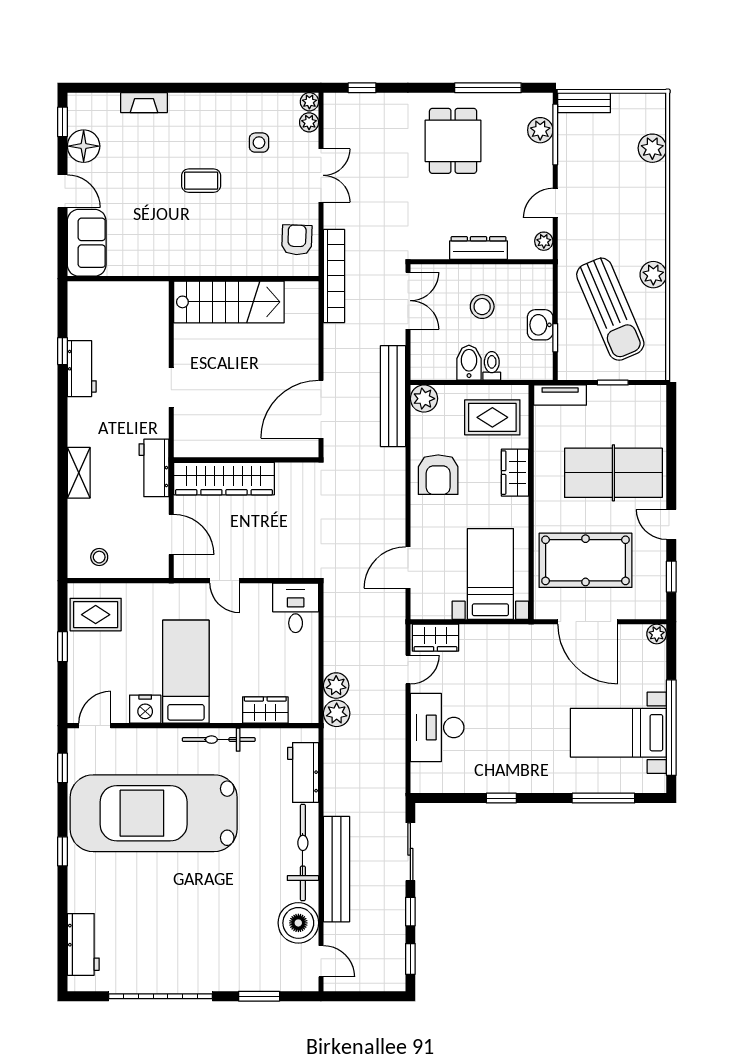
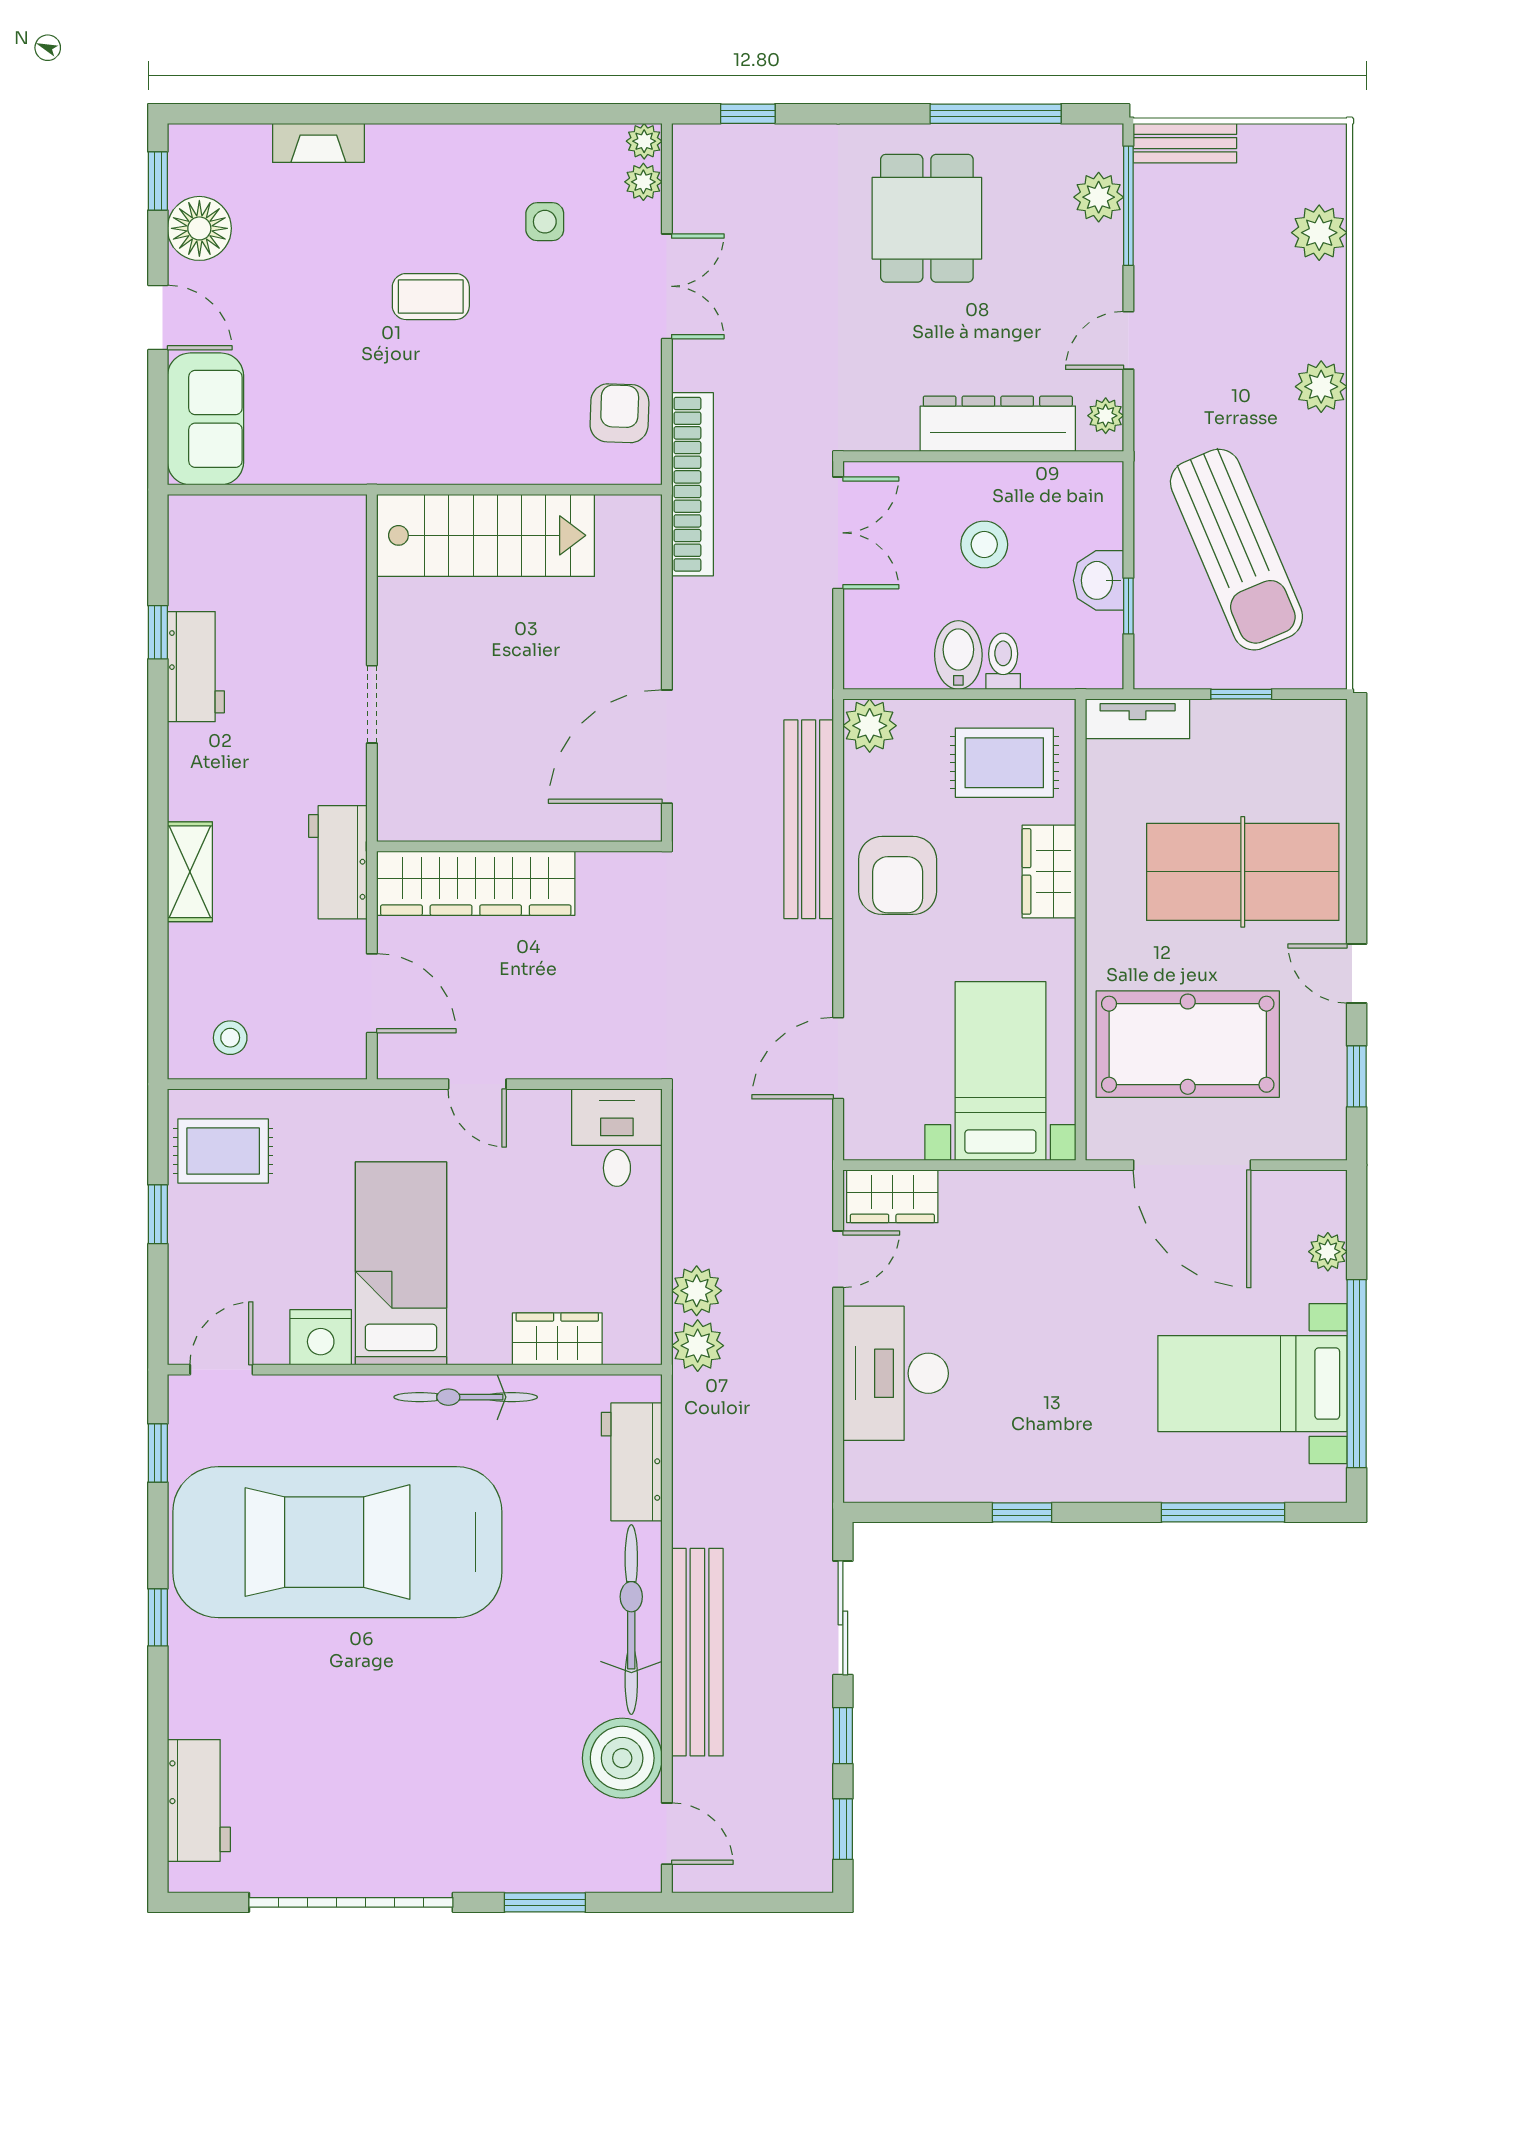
dresser: (478, 248) -> (998, 424), width x1.37, depth x1.24
plant: (653, 275) -> (1321, 387), moved
bench: (393, 396) -> (809, 819), moved
plant: (657, 634) -> (1328, 1252), moved

